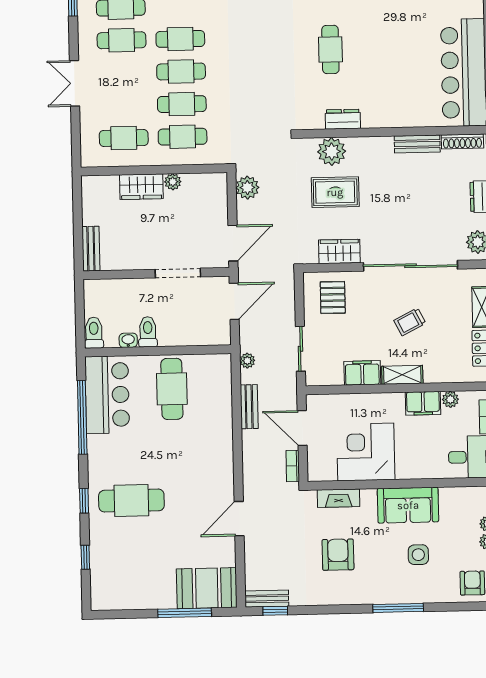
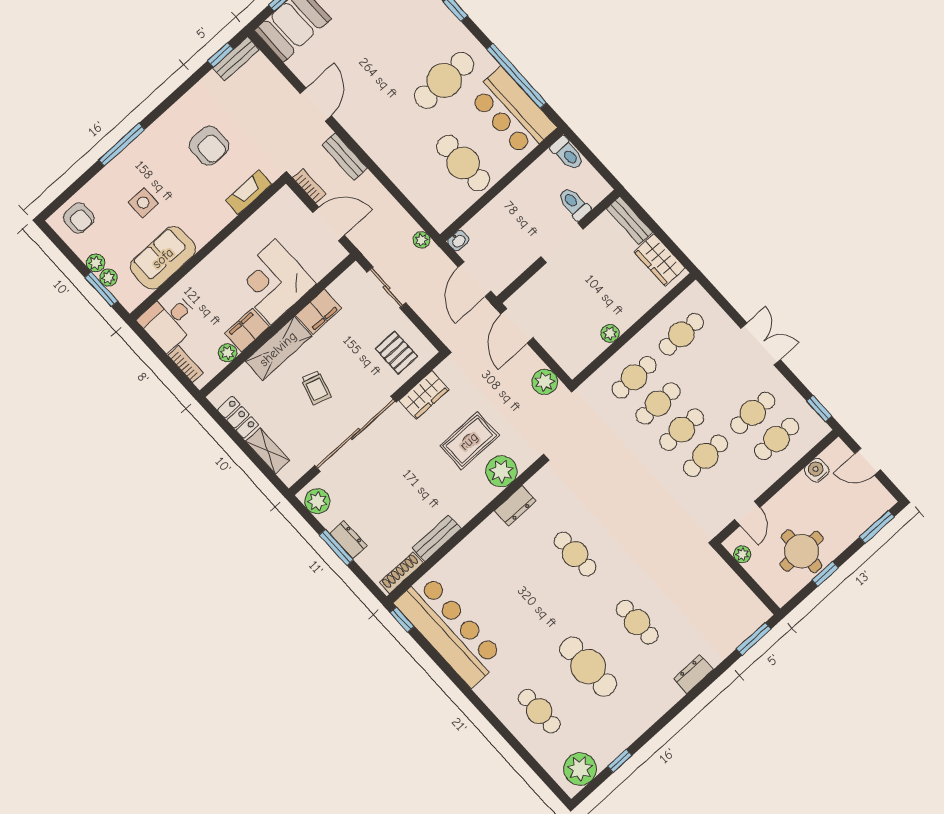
wardrobe: (141, 187) -> (660, 260), moved, turned -90
doorway: (178, 273) -> (562, 243), moved
trolley: (410, 322) -> (316, 387), turned 134
toilet: (148, 332) -> (574, 204), moved, turned 180
washbasin: (128, 340) -> (458, 240), moved
shelving: (402, 375) -> (278, 349), width x1.50, depth x1.33
bench: (249, 407) -> (345, 157), moved
corner desk: (366, 452) -> (273, 282), moved, turned 180
cafe table: (131, 501) -> (444, 80), moved
sofa: (408, 505) -> (163, 258), moved

